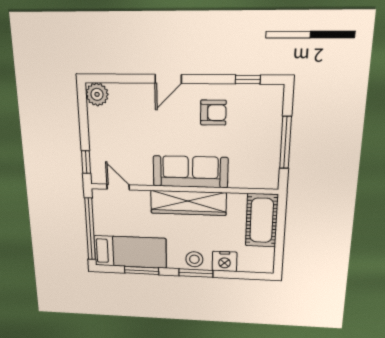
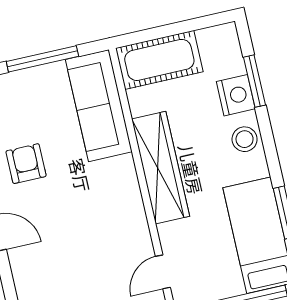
sofa: (190, 172) -> (99, 106), moved
window: (196, 273) -> (255, 81), moved

